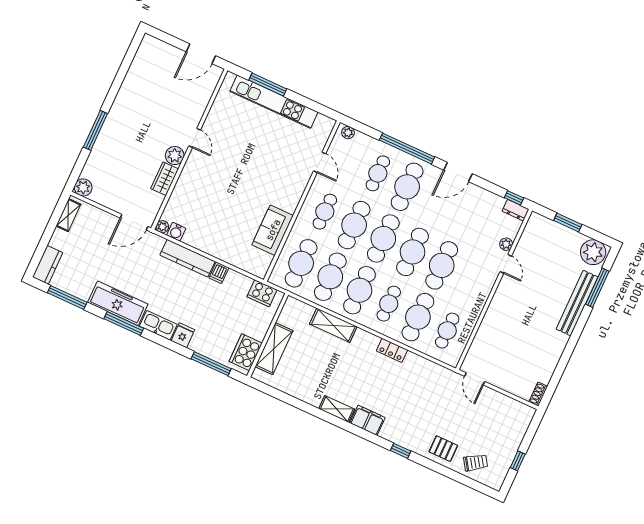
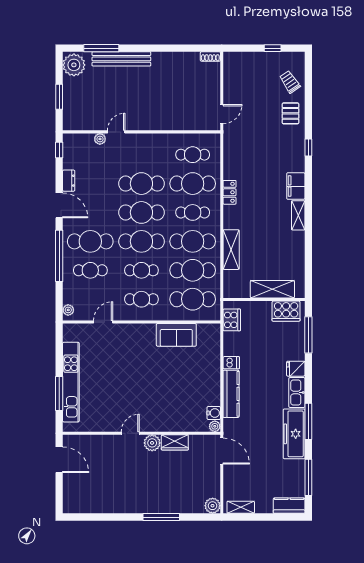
dresser: (516, 210) -> (69, 181), moved
cafe table: (354, 225) -> (141, 270), width x0.73, depth x0.74

